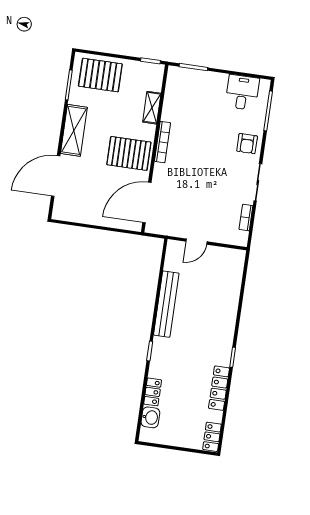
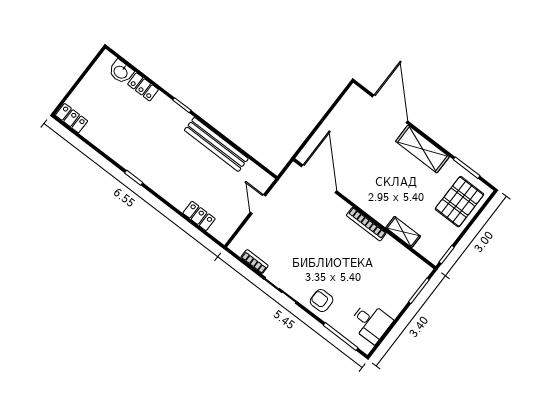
pallet: (129, 153) -> (373, 188), removed
locker: (219, 388) -> (199, 216), moved, width x0.66

